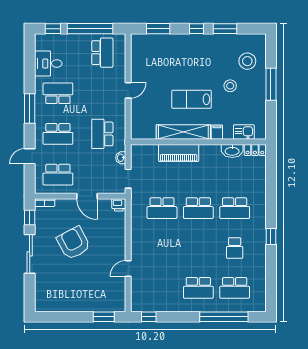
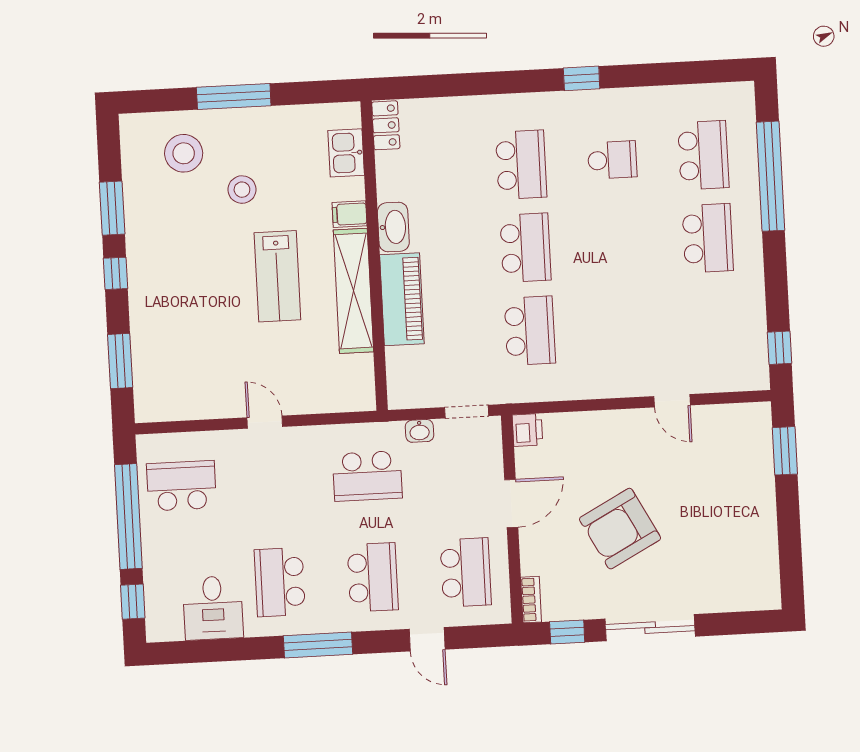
washbasin: (232, 151) -> (393, 227), moved

